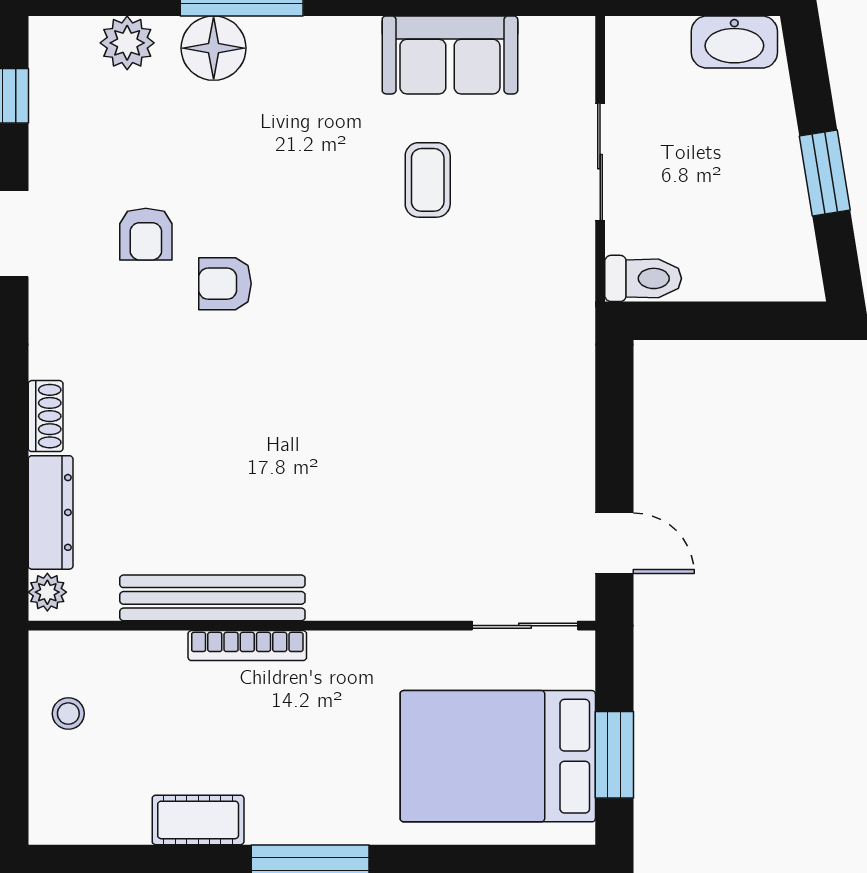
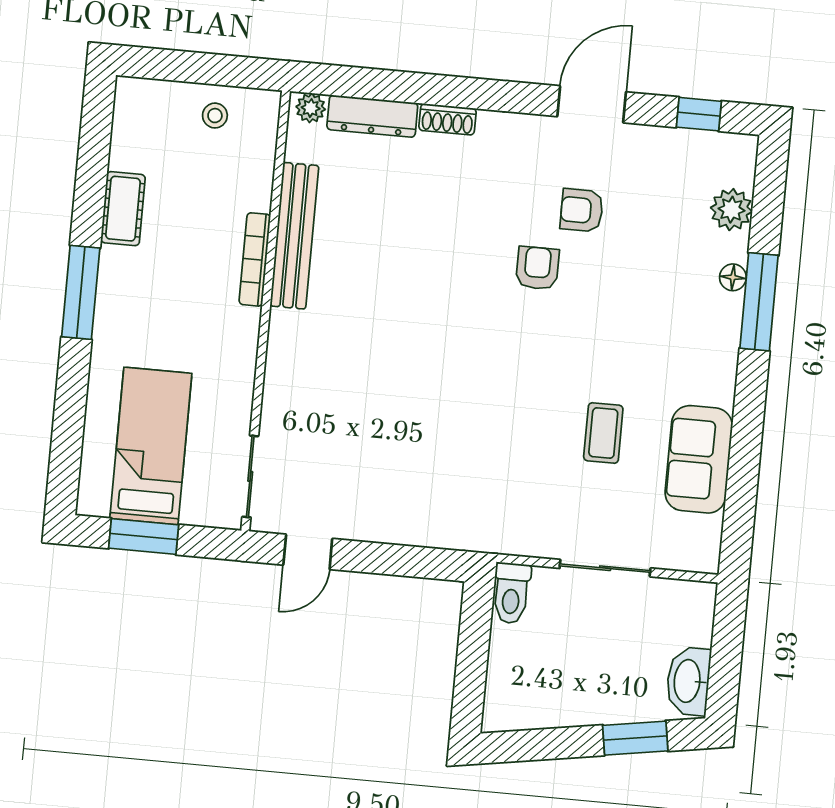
floor lamp: (214, 48) -> (733, 277), width x0.53, depth x0.53
window: (825, 173) -> (635, 738), moved
coffee table: (428, 180) -> (603, 433), turned 90
bed: (498, 756) -> (151, 446), width x0.67

